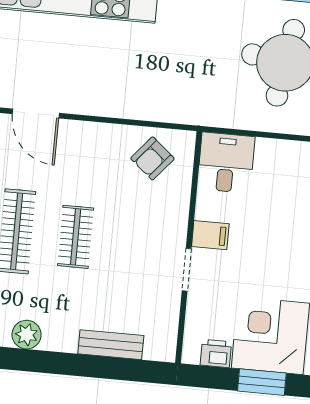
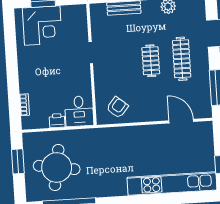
filing cabinet: (210, 235) -> (81, 72), removed
printer: (216, 353) -> (57, 121), moved, turned 180

